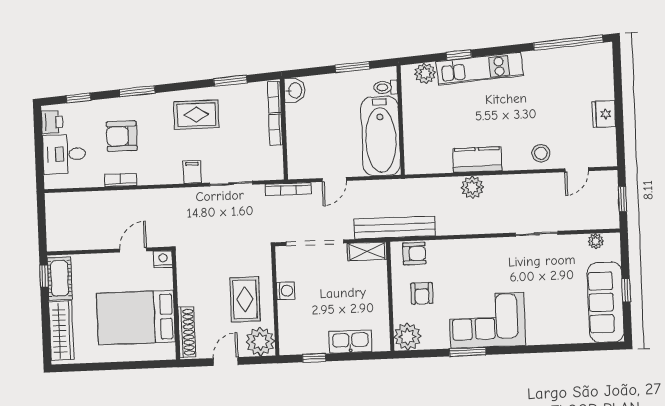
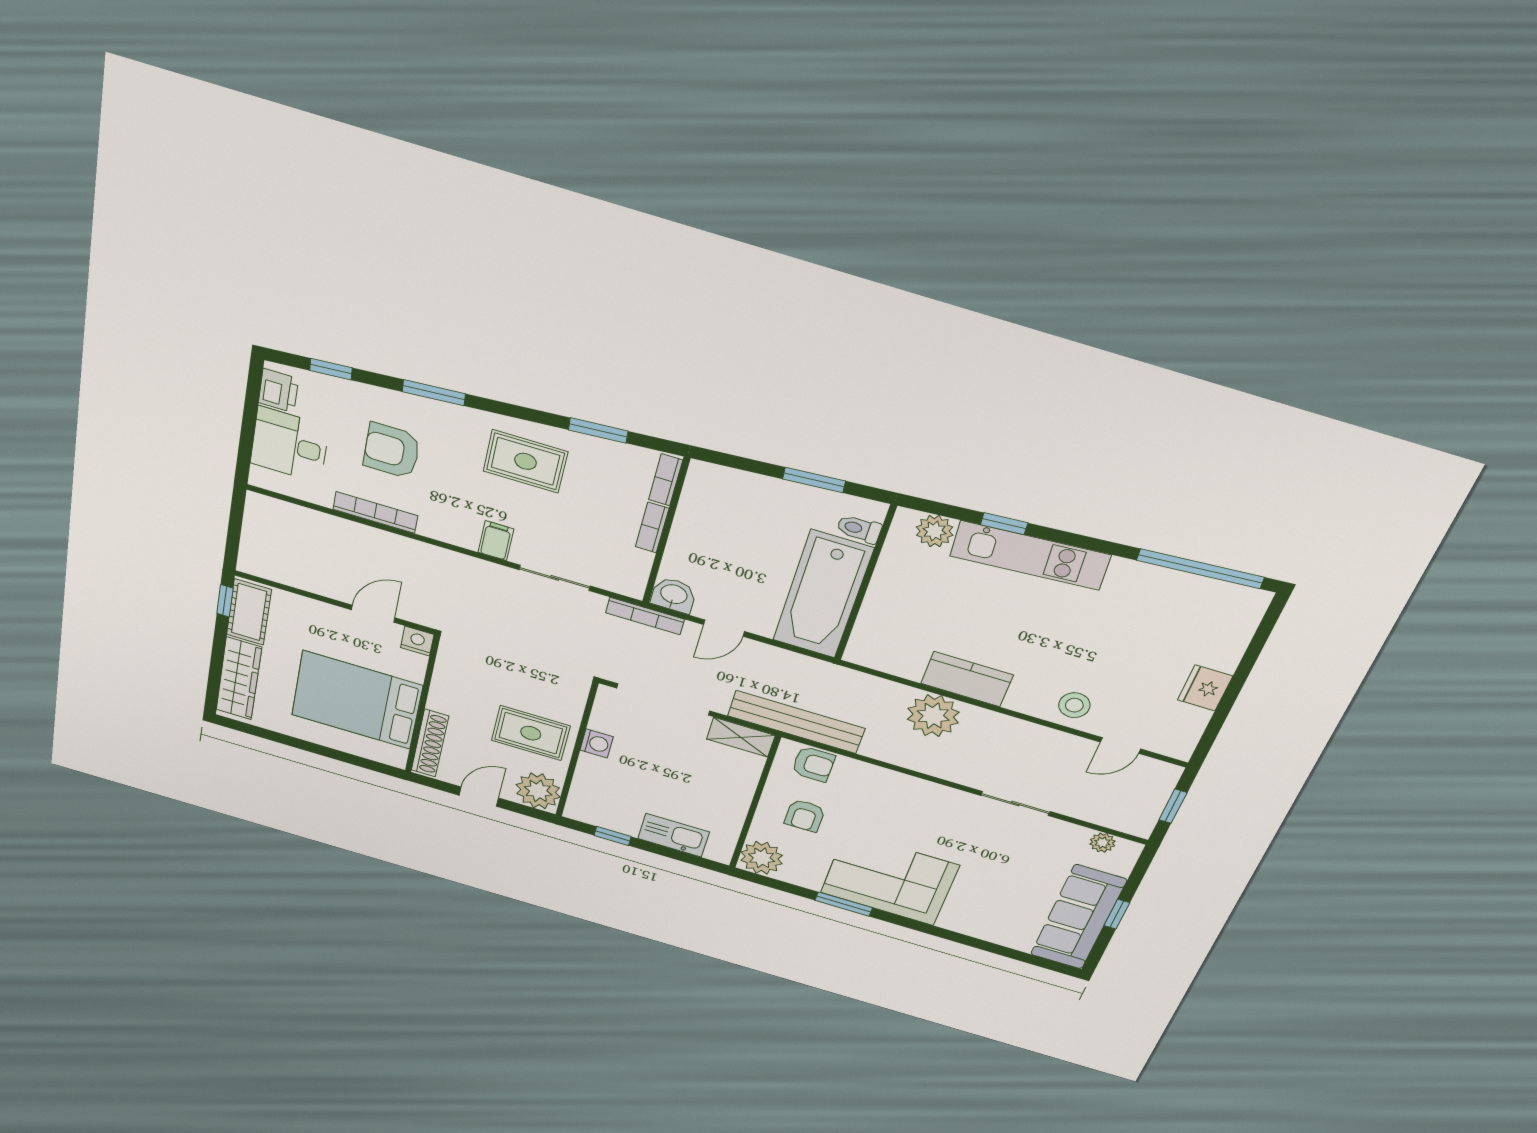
washbasin: (295, 90) -> (674, 595), moved, turned -90
bookcase: (121, 180) -> (375, 512), width x1.56
plant: (472, 187) -> (933, 716), width x1.36, depth x1.36
rug: (245, 299) -> (531, 733), turned 90

